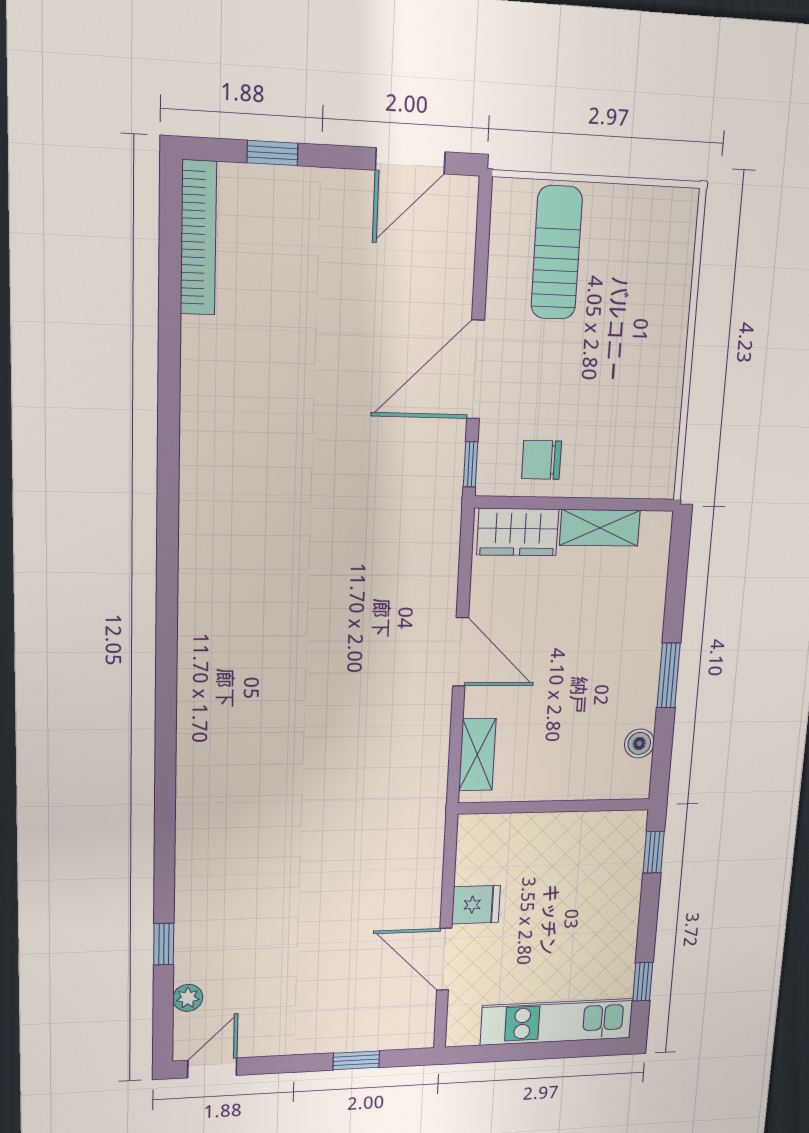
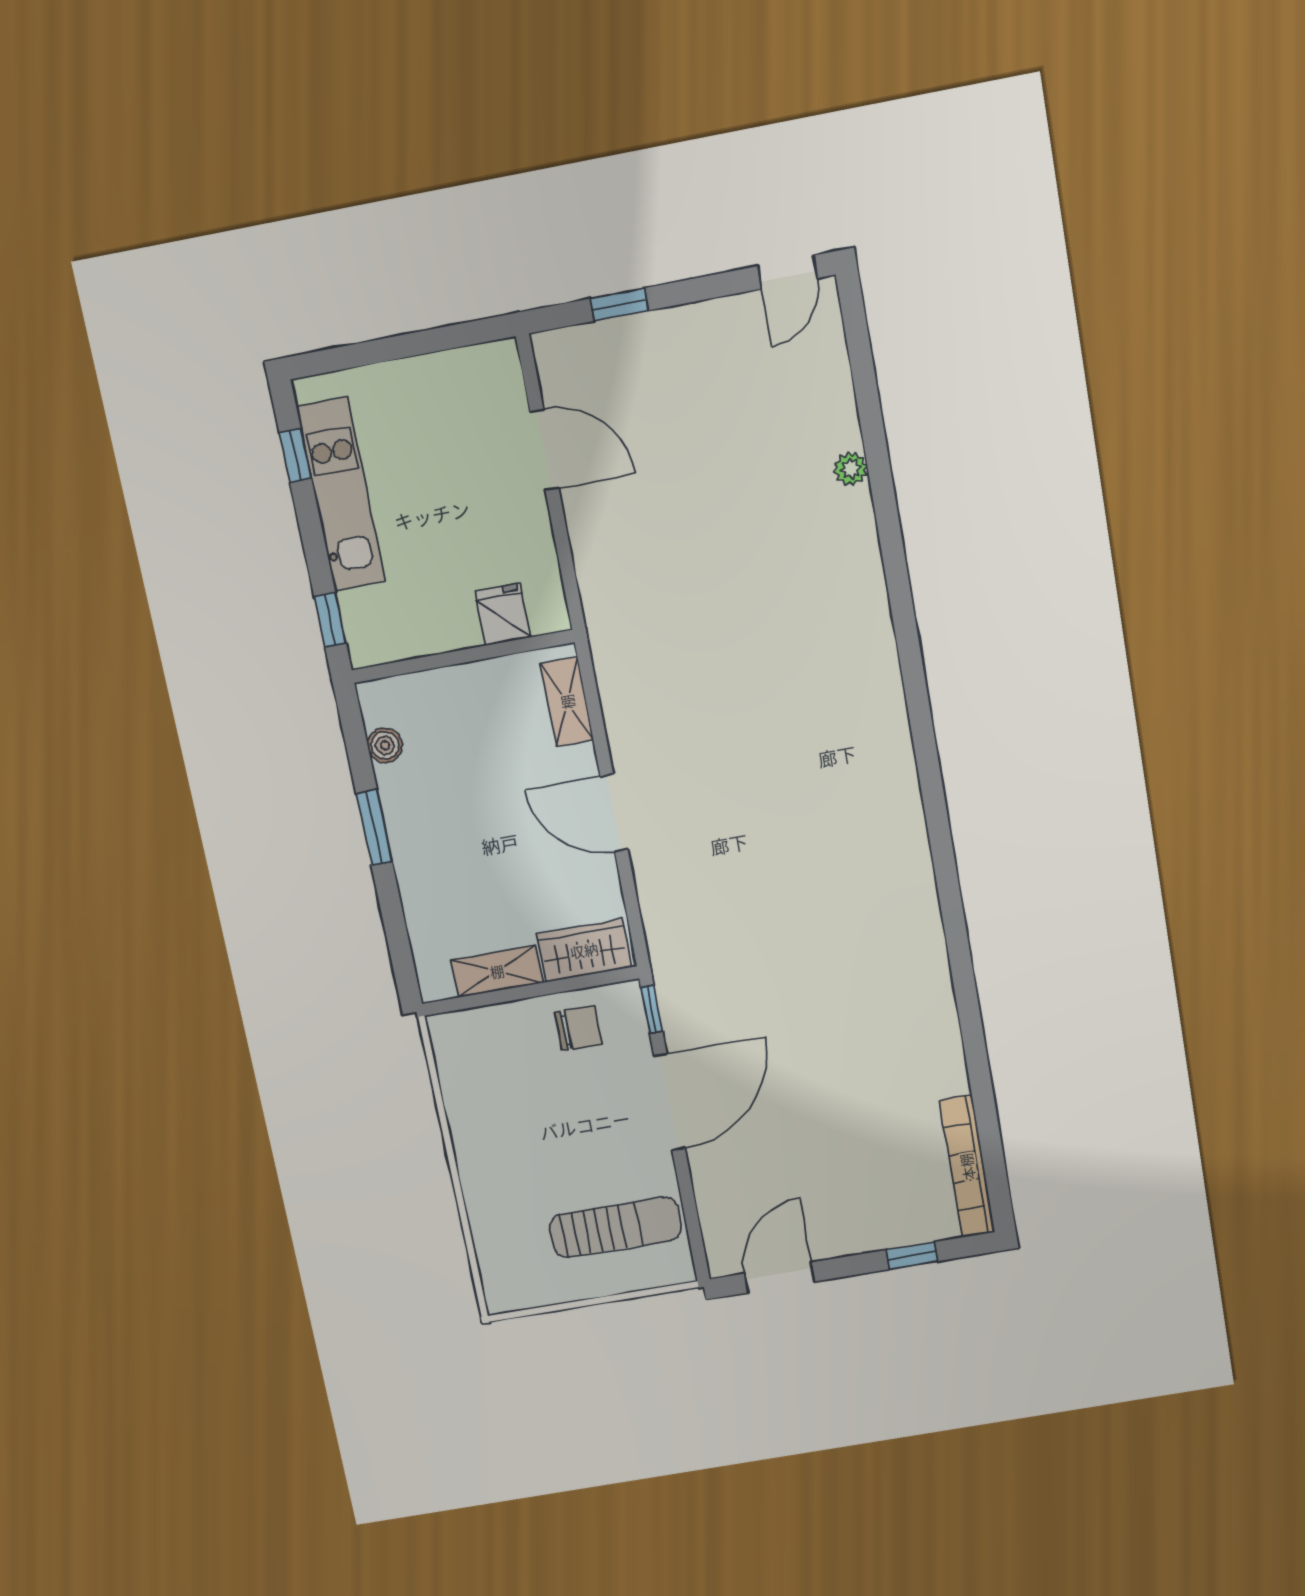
sun lounger: (557, 253) -> (616, 1227), turned -90
fridge: (476, 905) -> (503, 614), moved, turned 90
window: (164, 944) -> (871, 422), removed
plant: (188, 998) -> (851, 469), moved
kitchen unit: (557, 1022) -> (341, 494), moved, turned -90

